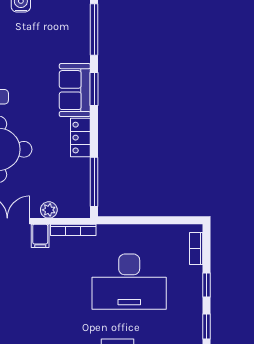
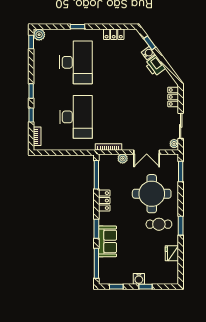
sofa: (75, 90) -> (108, 241), moved
filing cabinet: (40, 236) -> (128, 144), removed
desk: (129, 282) -> (76, 117), turned 90

